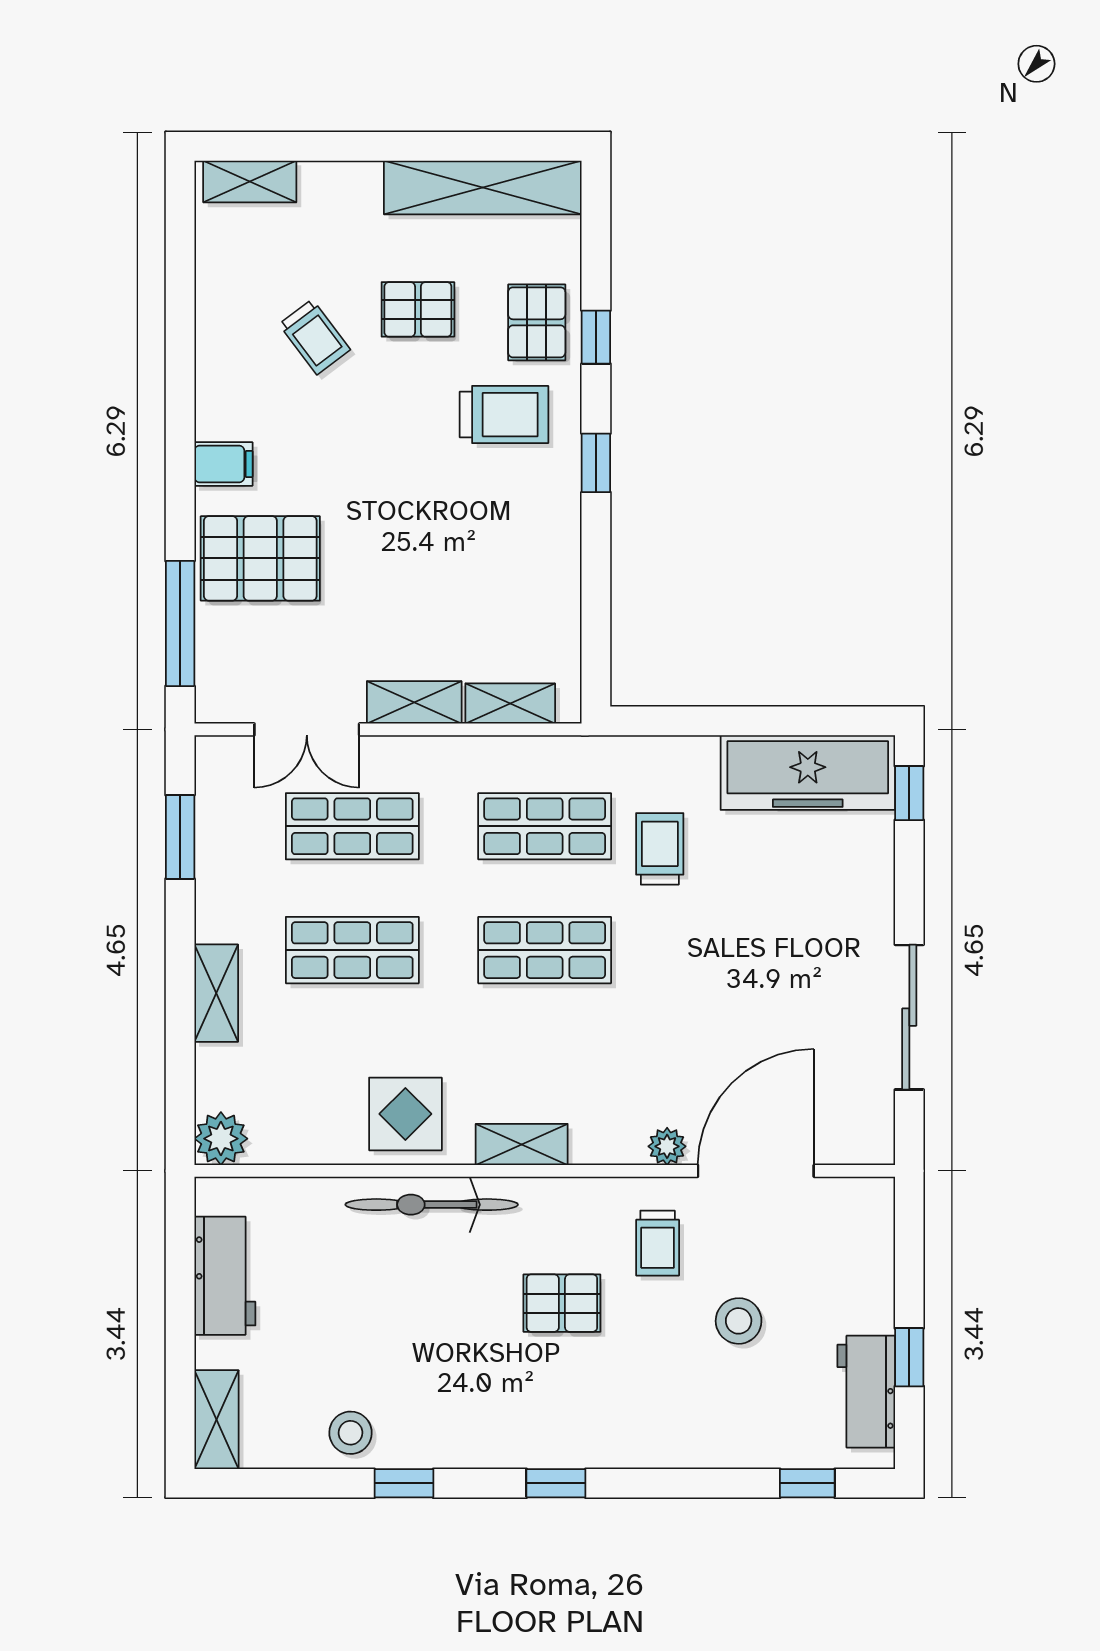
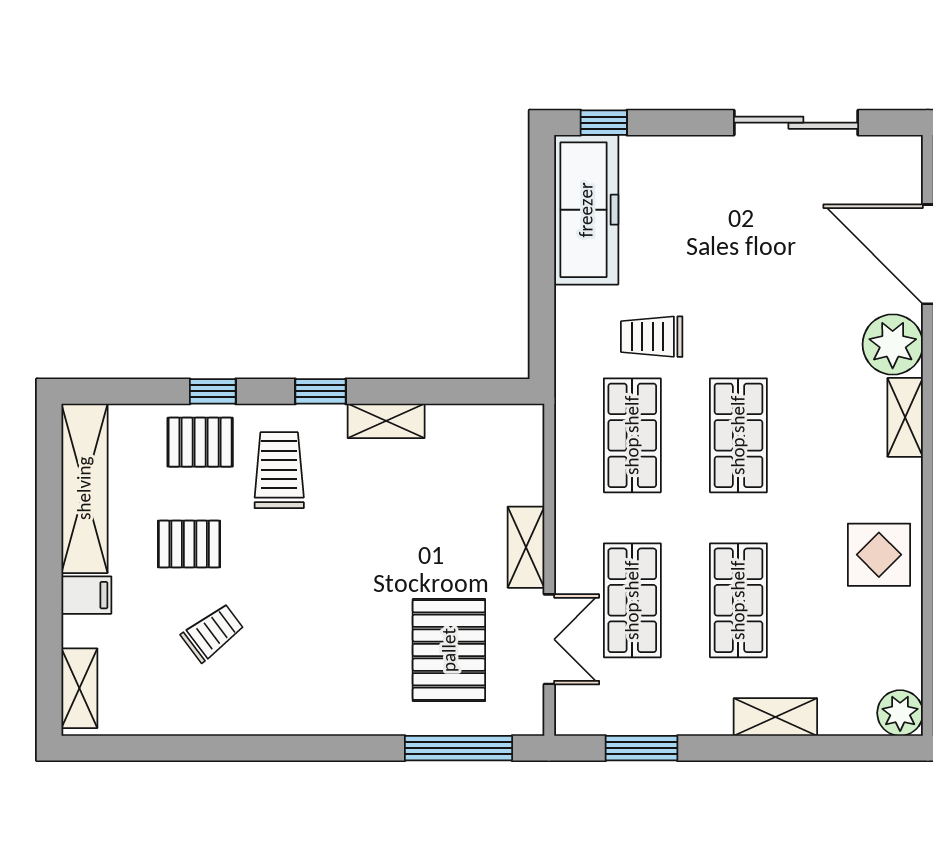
pallet: (418, 309) -> (189, 544), turned 90
filing cabinet: (223, 464) -> (86, 595), moved, turned 90
pallet: (260, 558) -> (449, 650), moved
shelving: (510, 703) -> (386, 421), moved, turned 90
shelving: (522, 1144) -> (905, 417), moved
plant: (667, 1146) -> (893, 344), width x1.88, depth x1.88

